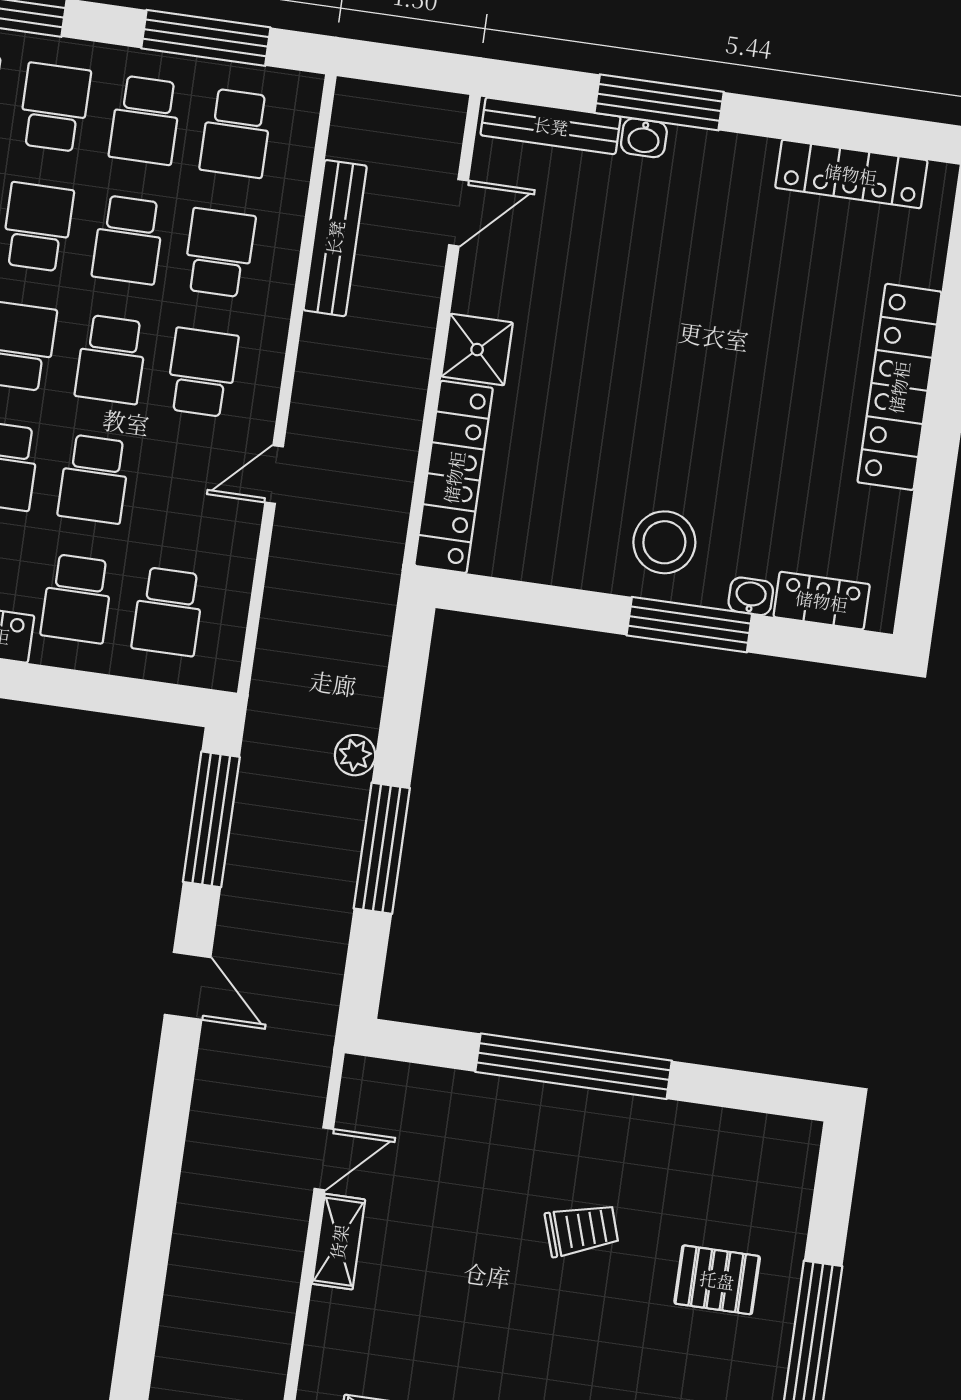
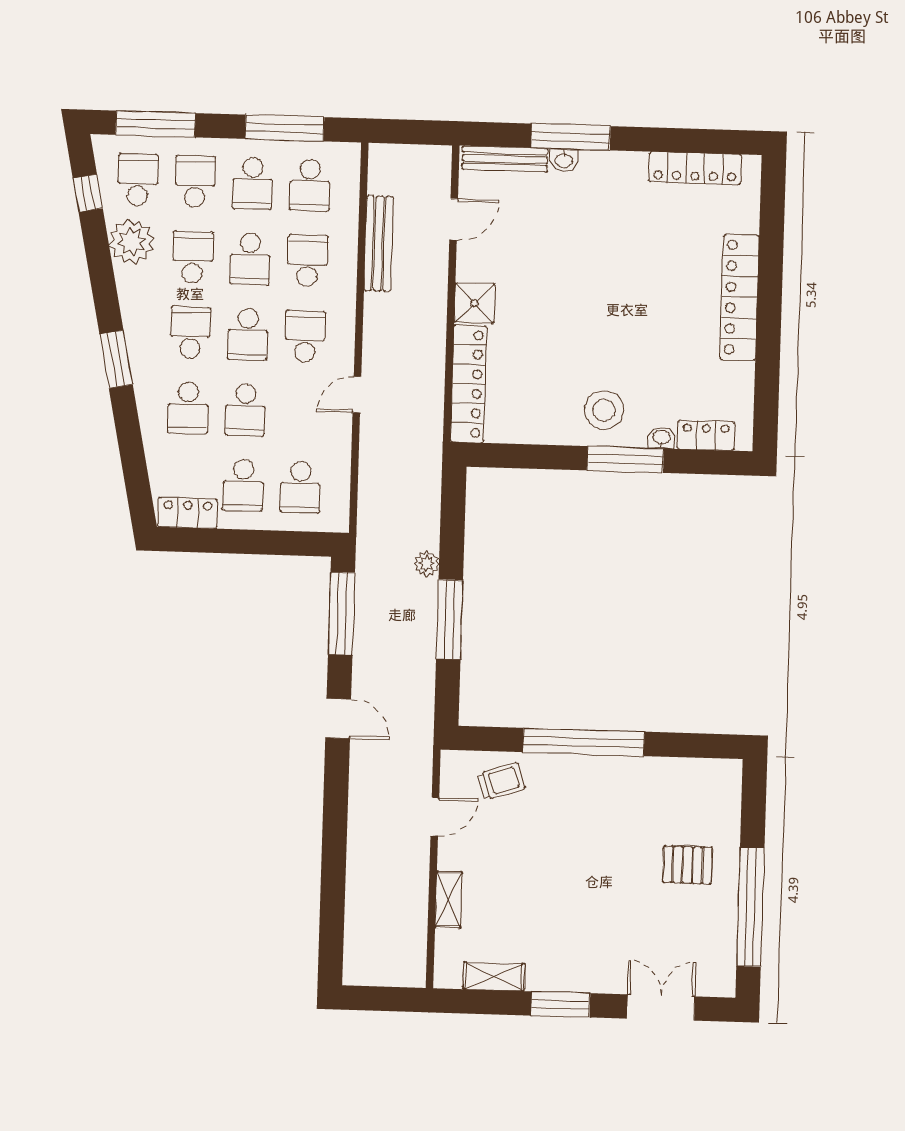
trolley: (582, 1230) -> (501, 781), moved
shelving: (339, 1242) -> (449, 900), moved

